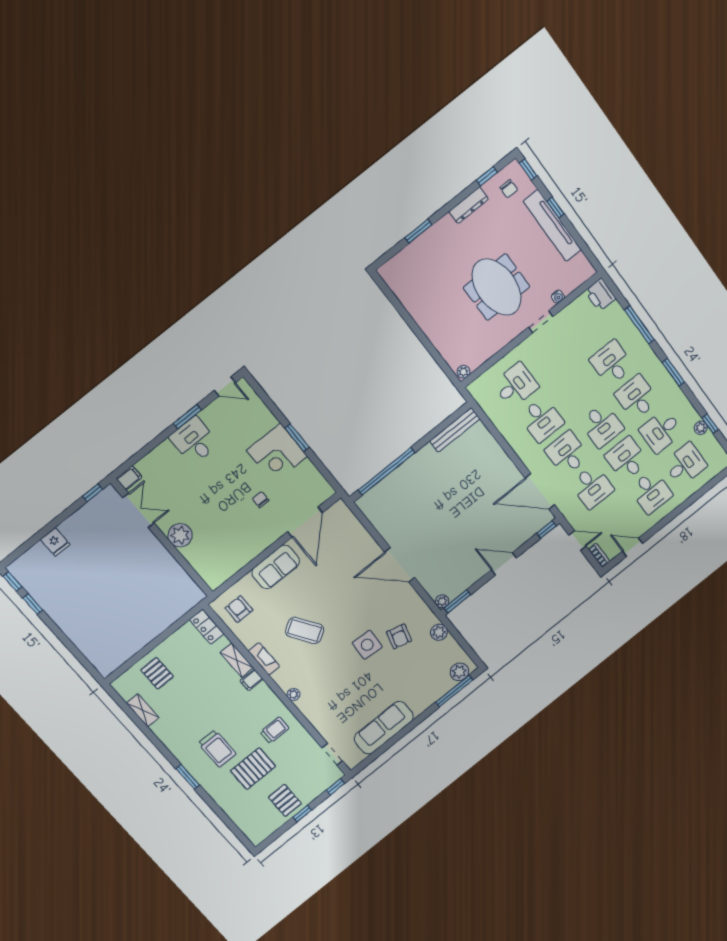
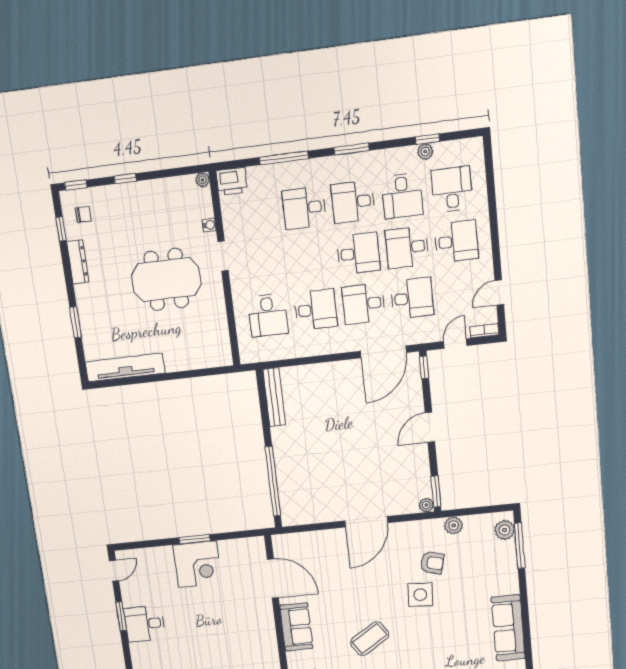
tv unit: (552, 226) -> (125, 367), moved, turned 180
plant: (463, 372) -> (203, 180), moved
desk: (516, 385) -> (268, 315), turned 180
chair: (261, 500) -> (229, 602), removed

